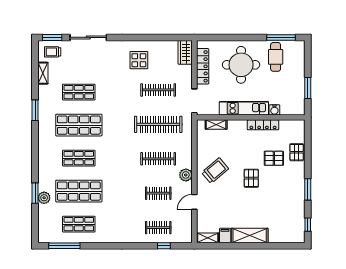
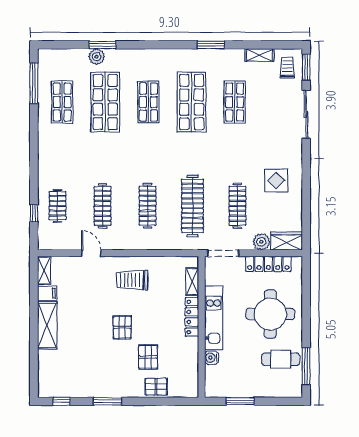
locker: (263, 125) -> (192, 317), moved
trolley: (215, 171) -> (132, 280), turned 130
plant: (186, 175) -> (261, 242), moved
pallet: (251, 178) -> (122, 327), turned 90
clothes rail: (158, 193) -> (103, 206), width x1.36

